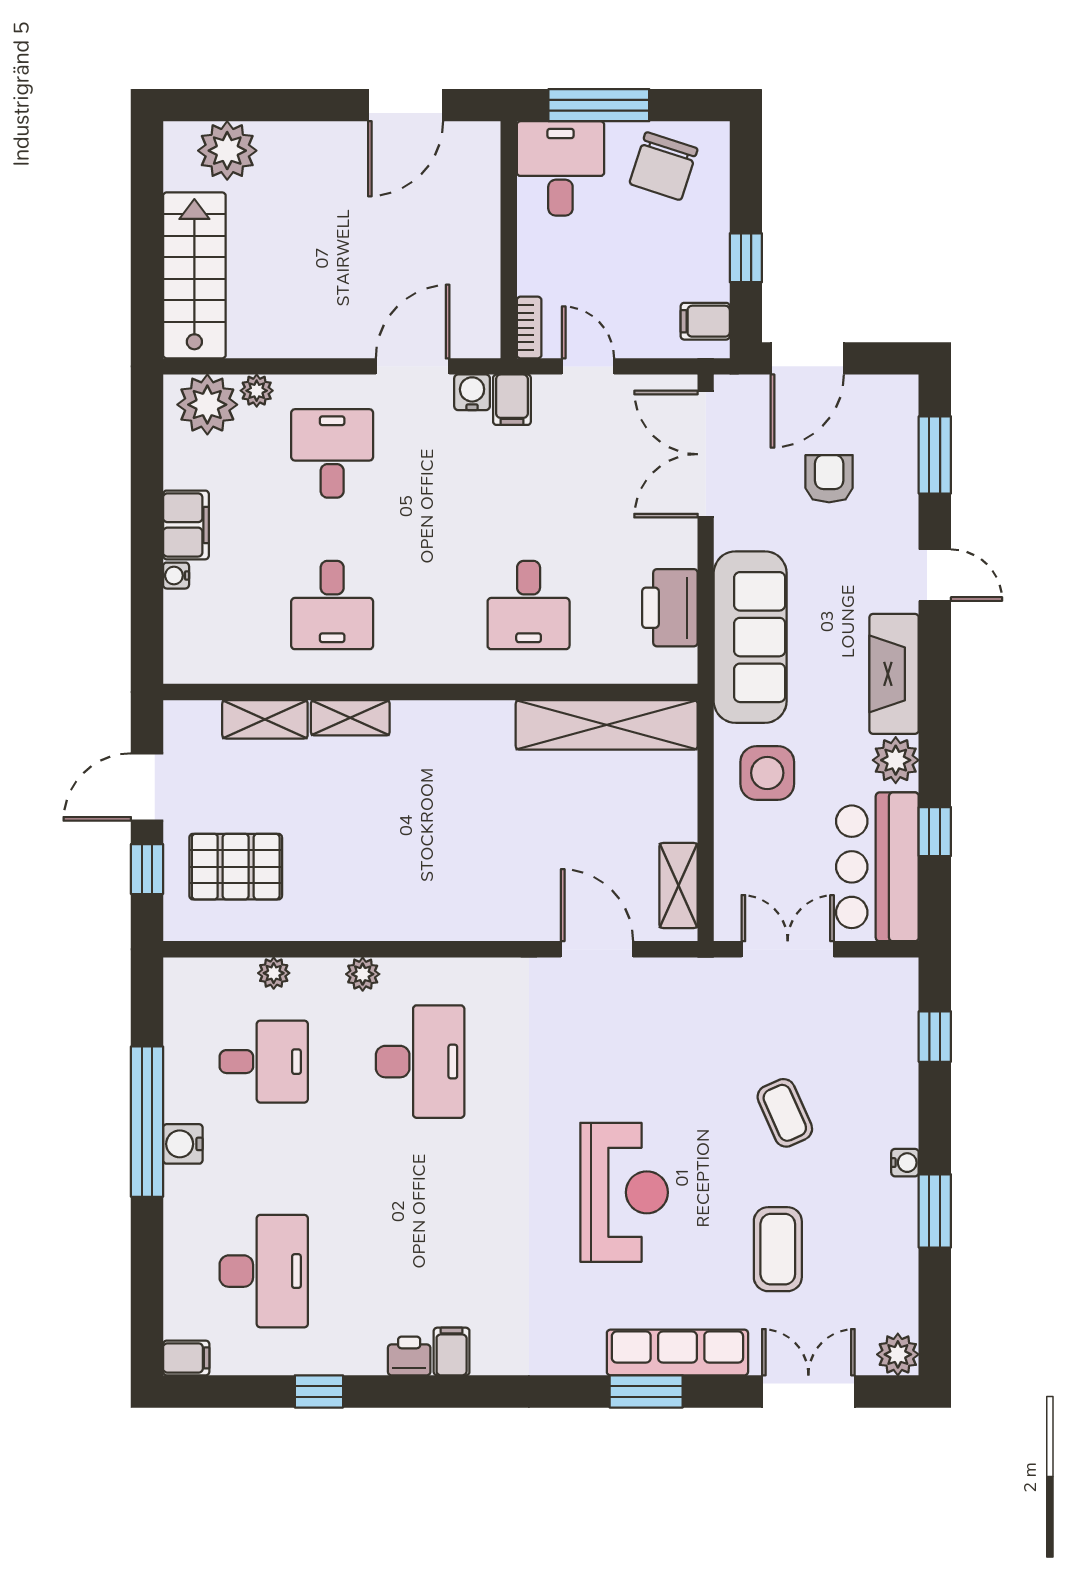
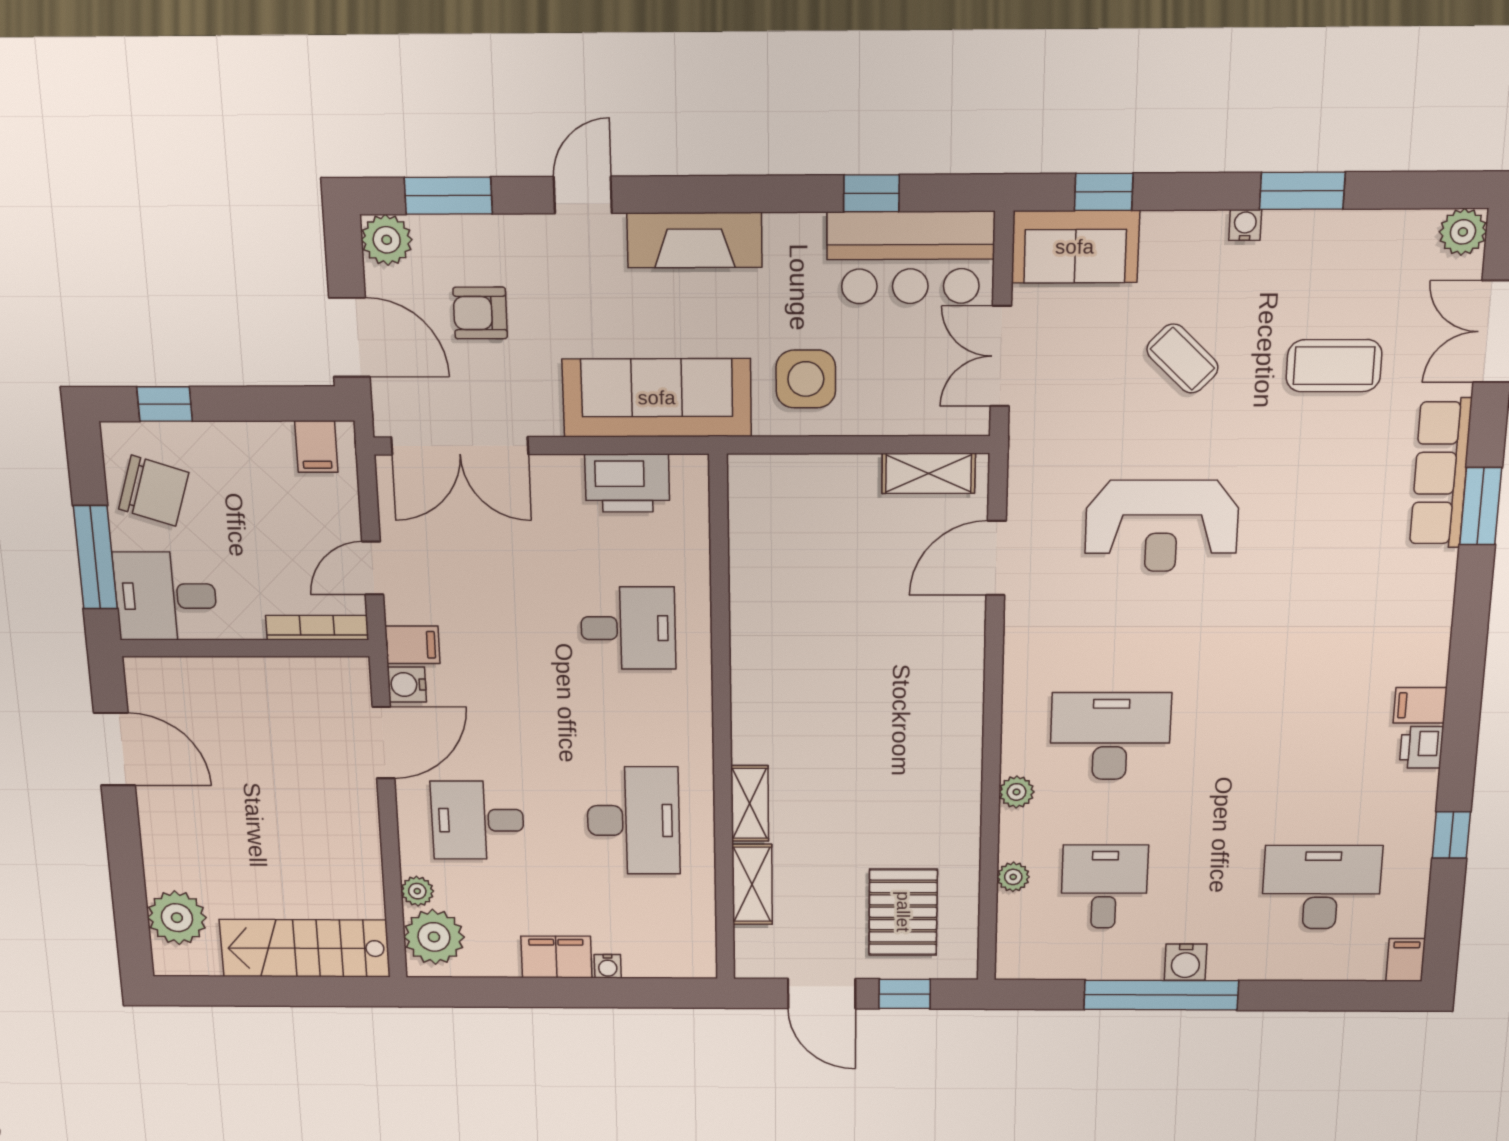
window: (746, 258) -> (165, 404), moved
bookcase: (529, 328) -> (317, 628), width x1.56
door: (413, 366) -> (384, 743), swing flipped
desk: (332, 605) -> (633, 821), width x1.37
shelving: (607, 725) -> (755, 548), removed
plant: (896, 760) -> (387, 240), moved
sofa: (886, 1013) -> (1075, 247), added
coffee table: (785, 1113) -> (1182, 359), turned 68
reception desk: (624, 1192) -> (1162, 526), moved, turned 180

